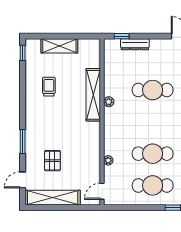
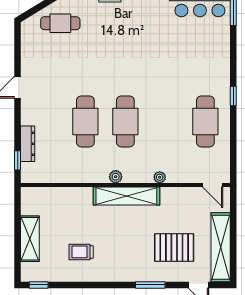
shelving: (93, 95) -> (126, 196), moved
plant: (109, 102) -> (116, 177), moved
cafe table: (153, 154) -> (125, 121), moved
plant: (108, 160) -> (160, 177), moved
pallet: (52, 161) -> (174, 248), width x1.50, depth x1.42

